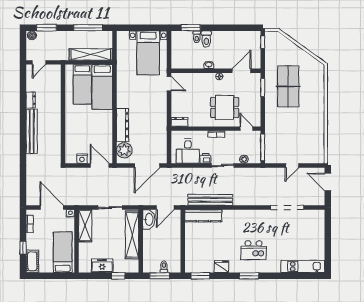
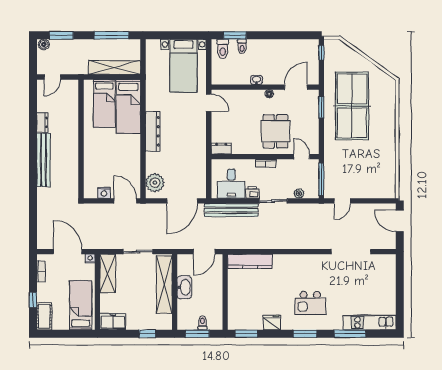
toilet: (206, 39) -> (223, 49), moved
table tennis table: (288, 86) -> (352, 106), width x1.36, depth x1.32
dining table: (225, 107) -> (276, 131), turned 90
dresser: (122, 125) -> (153, 131), moved
door: (292, 165) -> (342, 201), moved
bench: (210, 200) -> (231, 210), moved
washbasin: (149, 219) -> (184, 287), moved
freezer: (102, 266) -> (113, 322), moved
window: (286, 276) -> (350, 334), added

